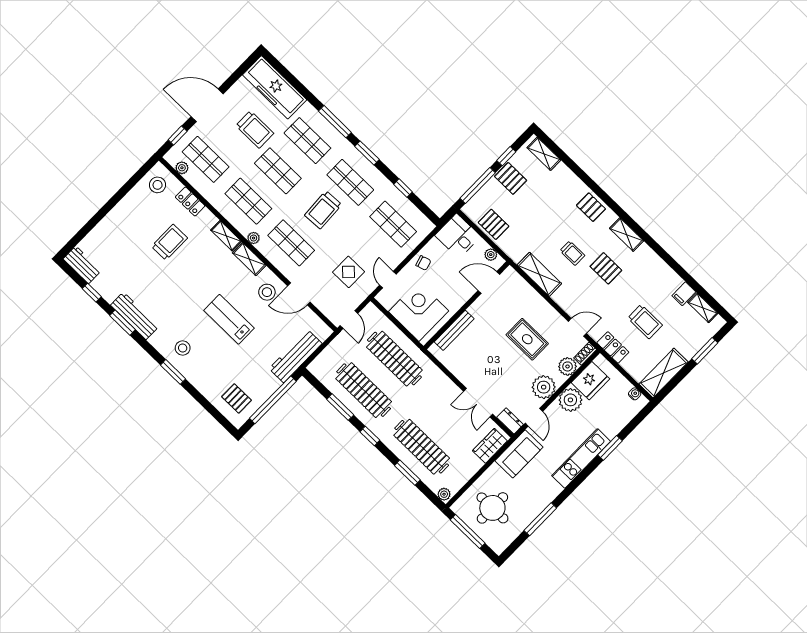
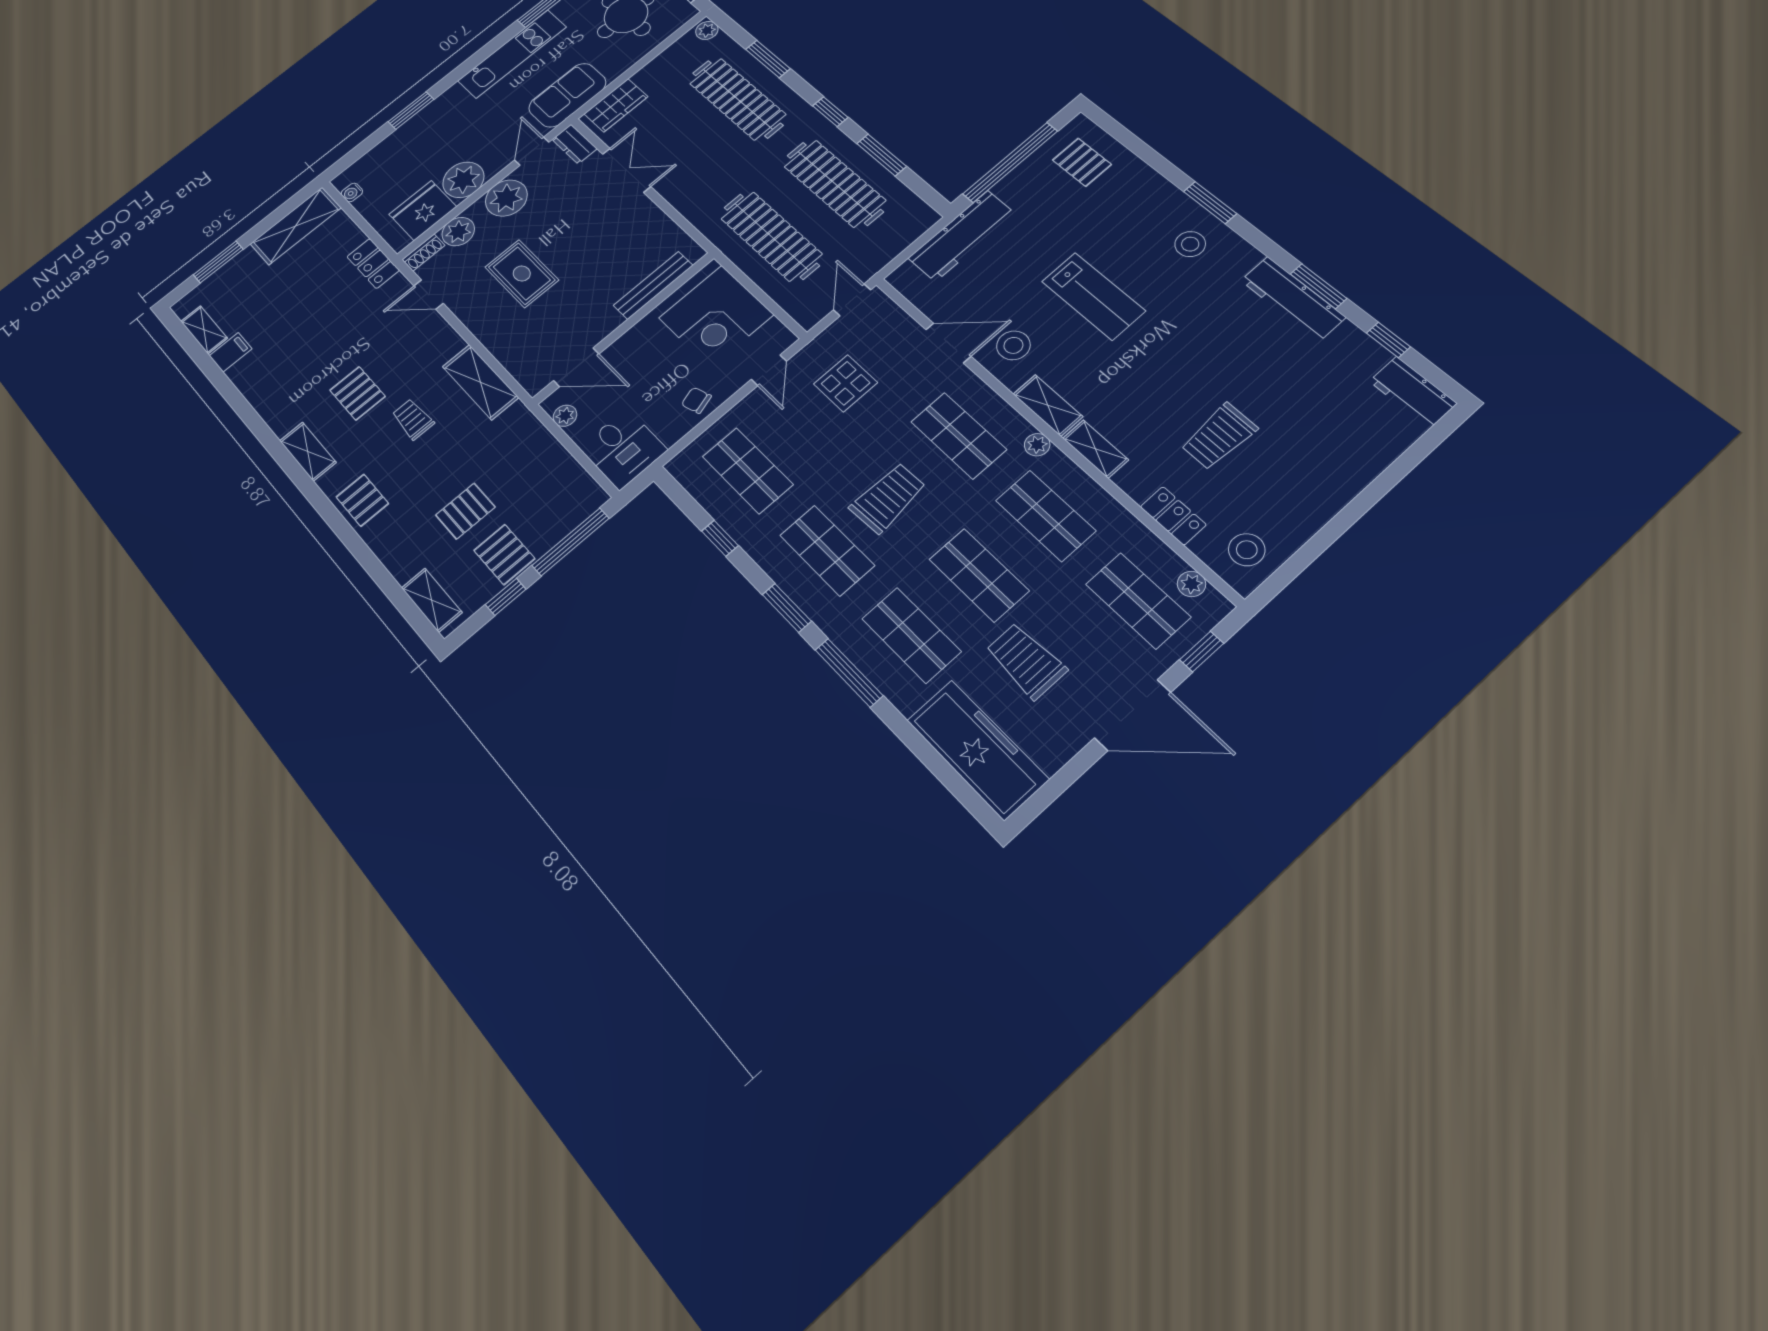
pallet: (494, 224) -> (465, 511), moved, turned 90
trolley: (645, 322) -> (308, 306), removed
kitchen unit: (581, 458) -> (512, 54), moved

